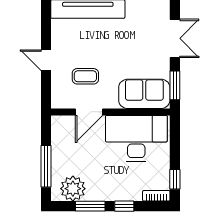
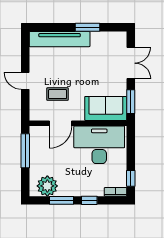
window: (46, 166) -> (25, 151), moved

